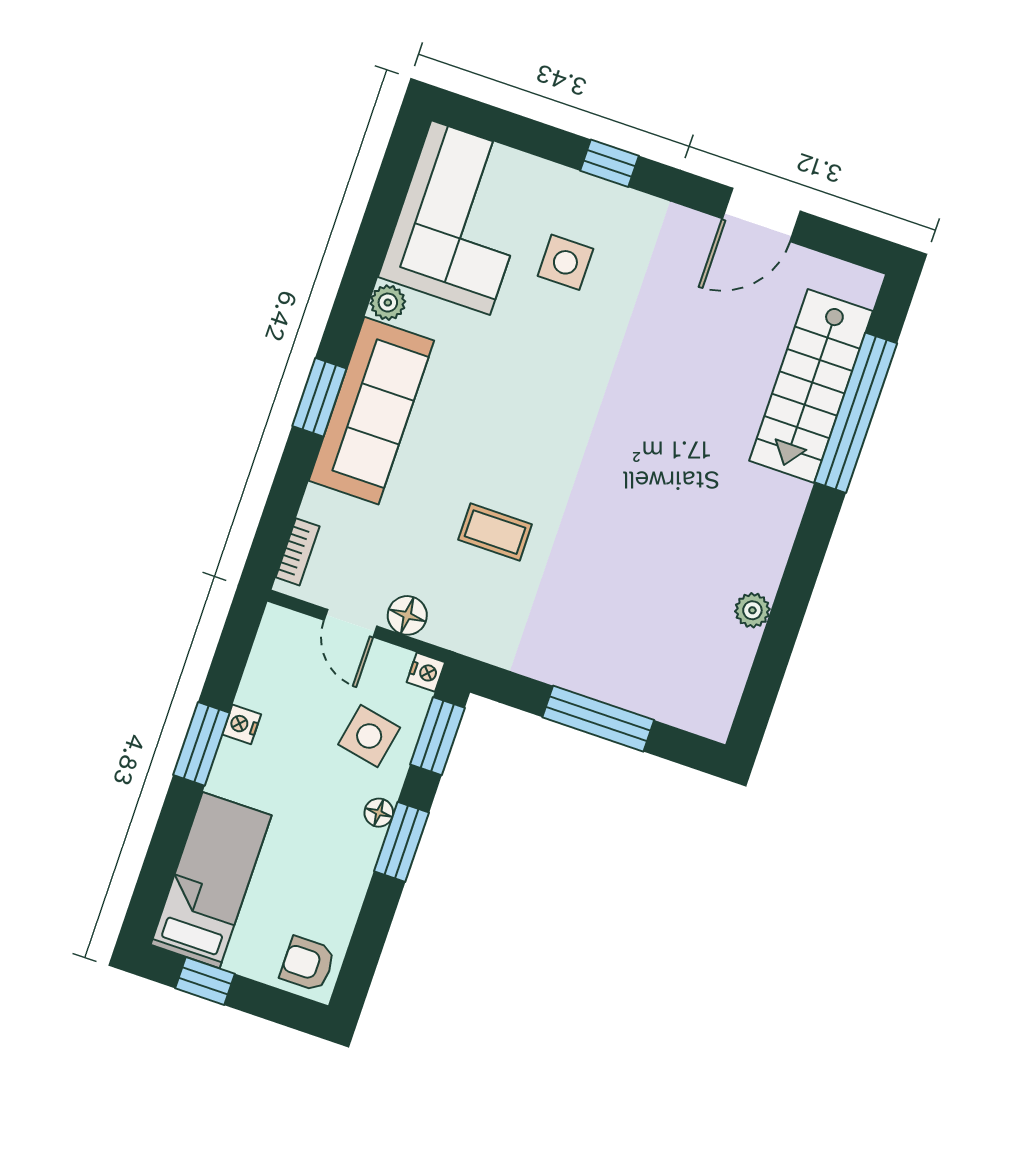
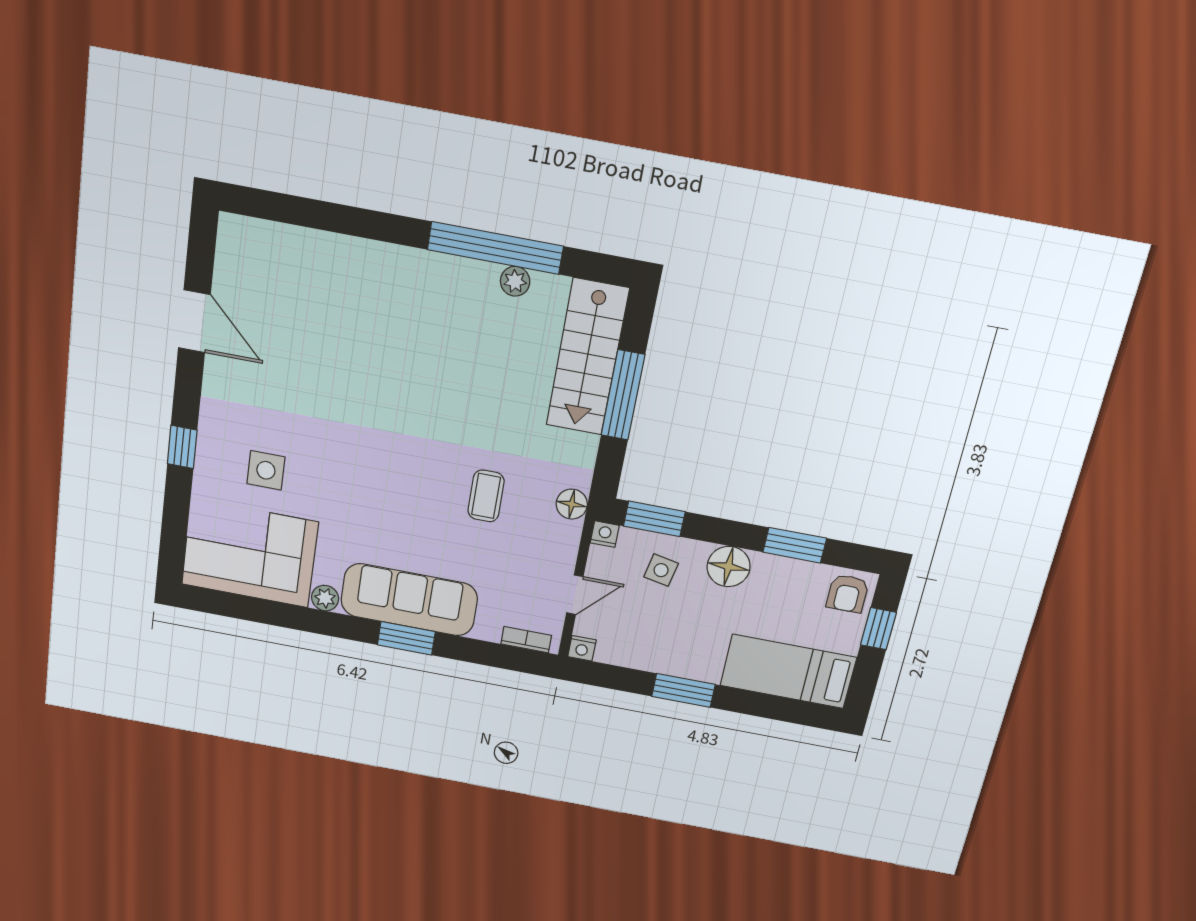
stairs: (811, 386) -> (587, 357), moved, turned 90
window: (856, 413) -> (495, 248), moved
floor lamp: (407, 615) -> (572, 504), moved
nightstand: (242, 724) -> (582, 648), moved
side table: (369, 736) -> (661, 570), width x0.73, depth x0.73
floor lamp: (379, 813) -> (729, 567), width x1.89, depth x1.89
window: (401, 842) -> (795, 545), moved
window: (205, 981) -> (878, 629), moved

